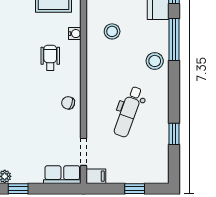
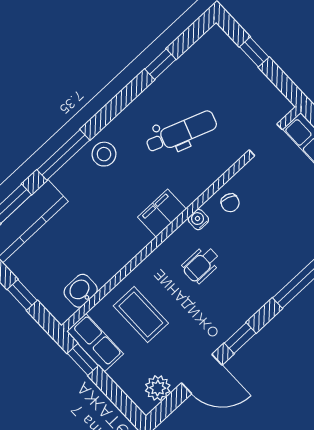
stool: (112, 31) -> (115, 226), removed
water cooler: (75, 34) -> (198, 220), moved
filing cabinet: (96, 176) -> (162, 213), moved, width x2.00

